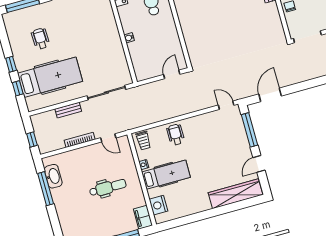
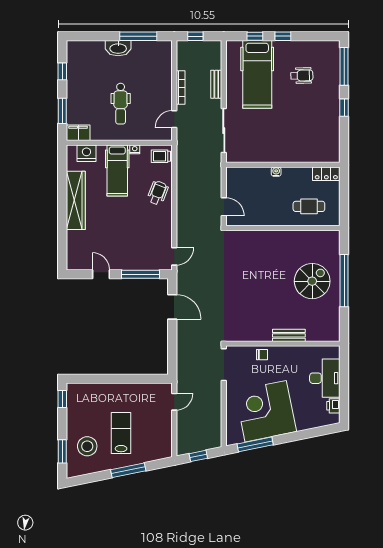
wheelchair: (176, 135) -> (158, 193), turned -69
washbasin: (53, 176) -> (118, 48), moved
wardrobe: (236, 194) -> (76, 200), moved

